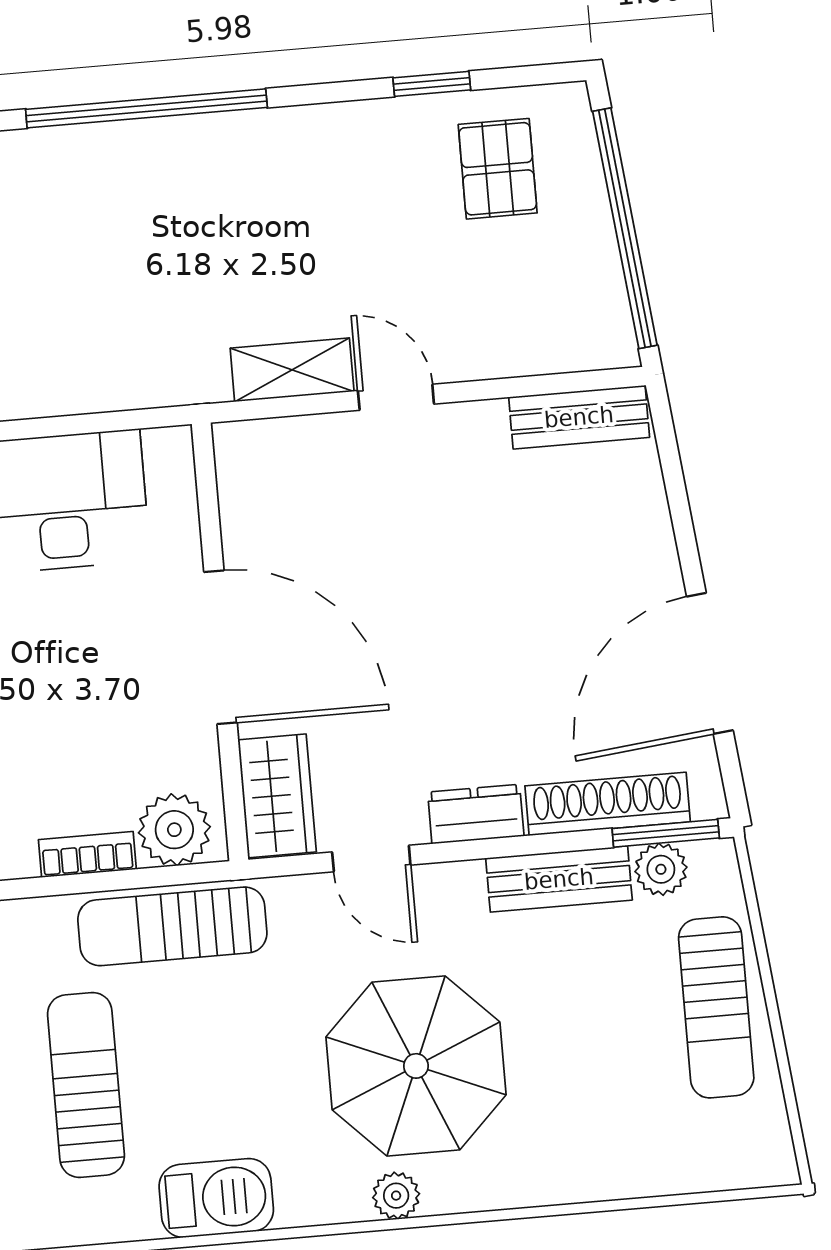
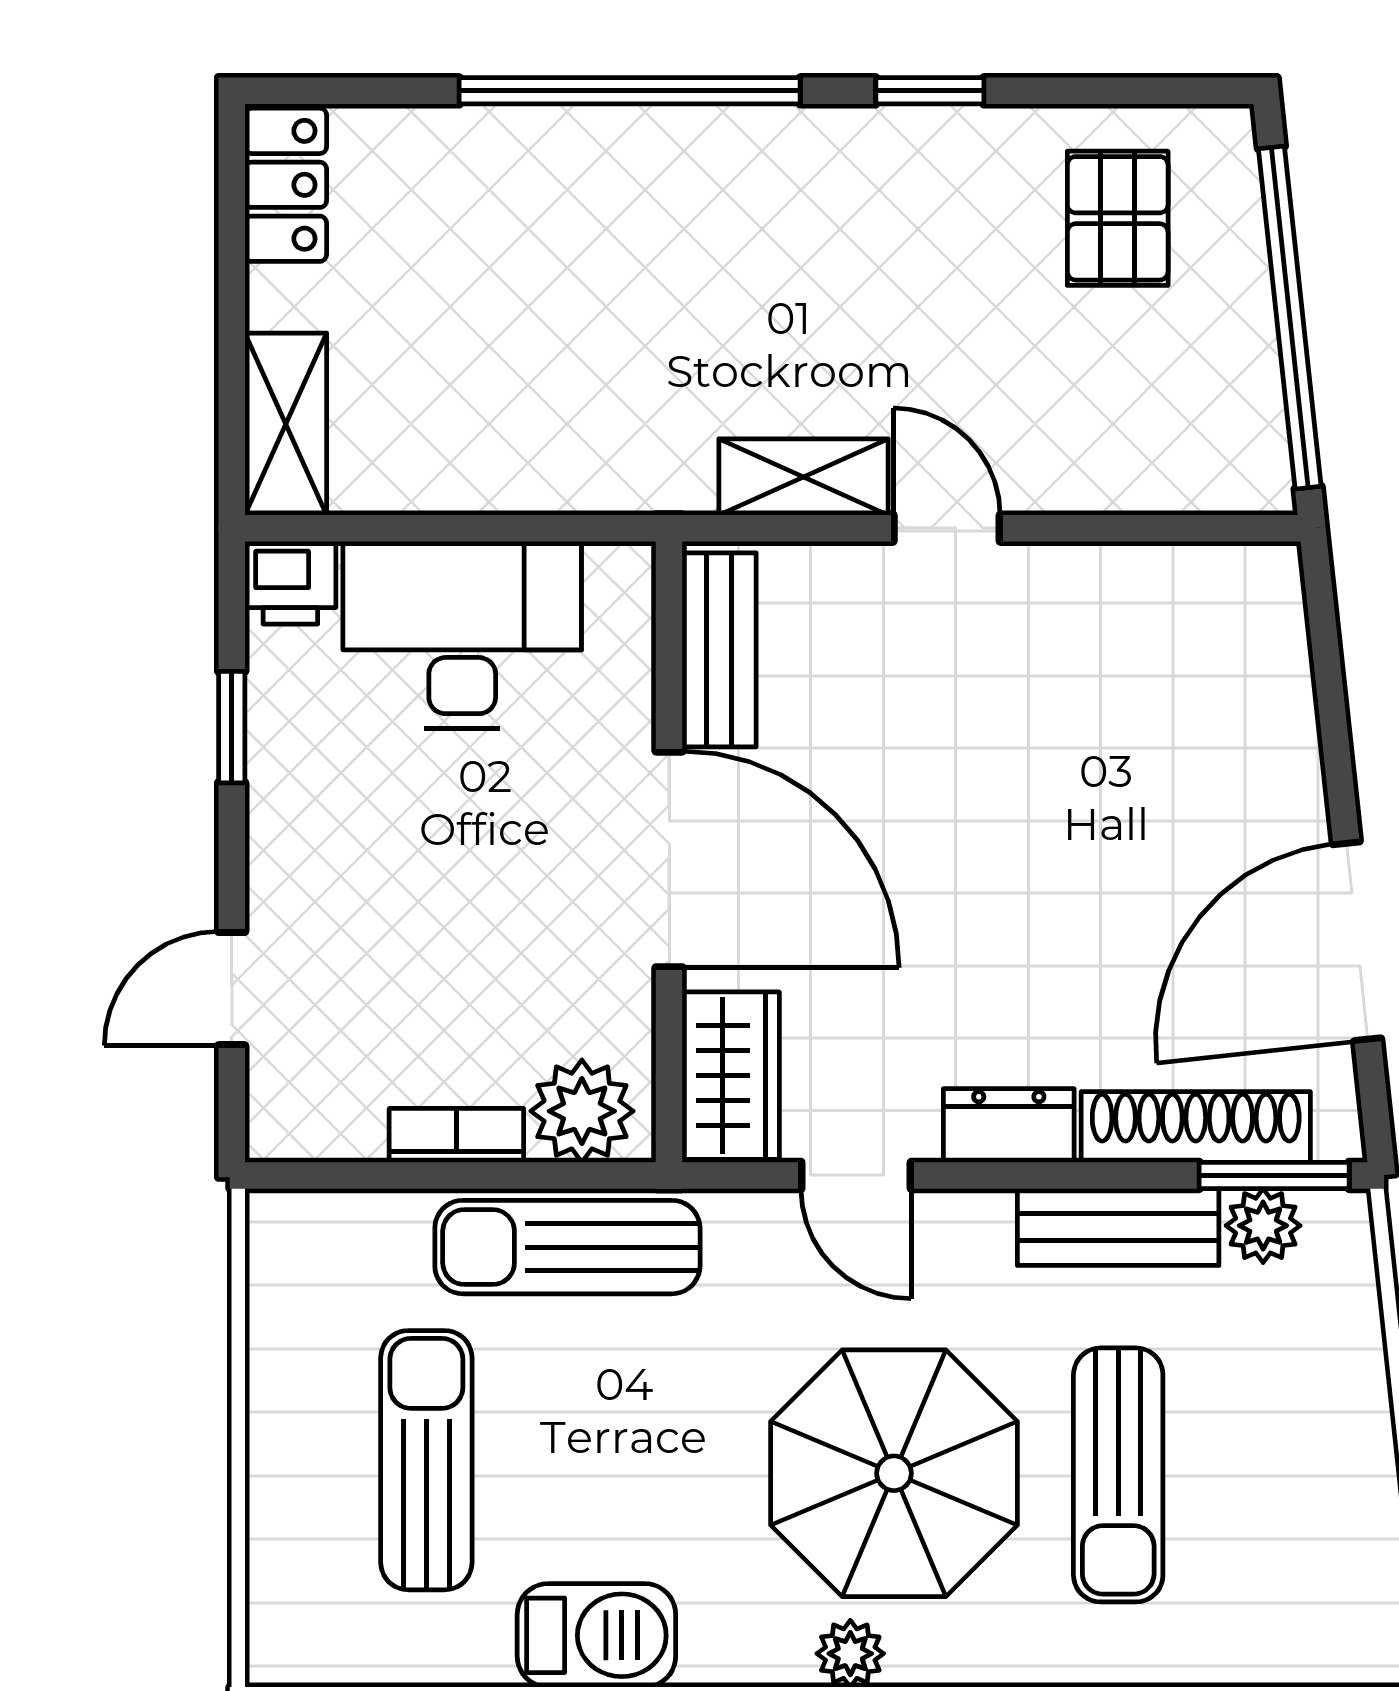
window: (432, 84) -> (930, 91), moved
bench: (579, 417) -> (719, 650), moved, turned 90
sun lounger: (716, 1007) -> (1118, 1475), moved

